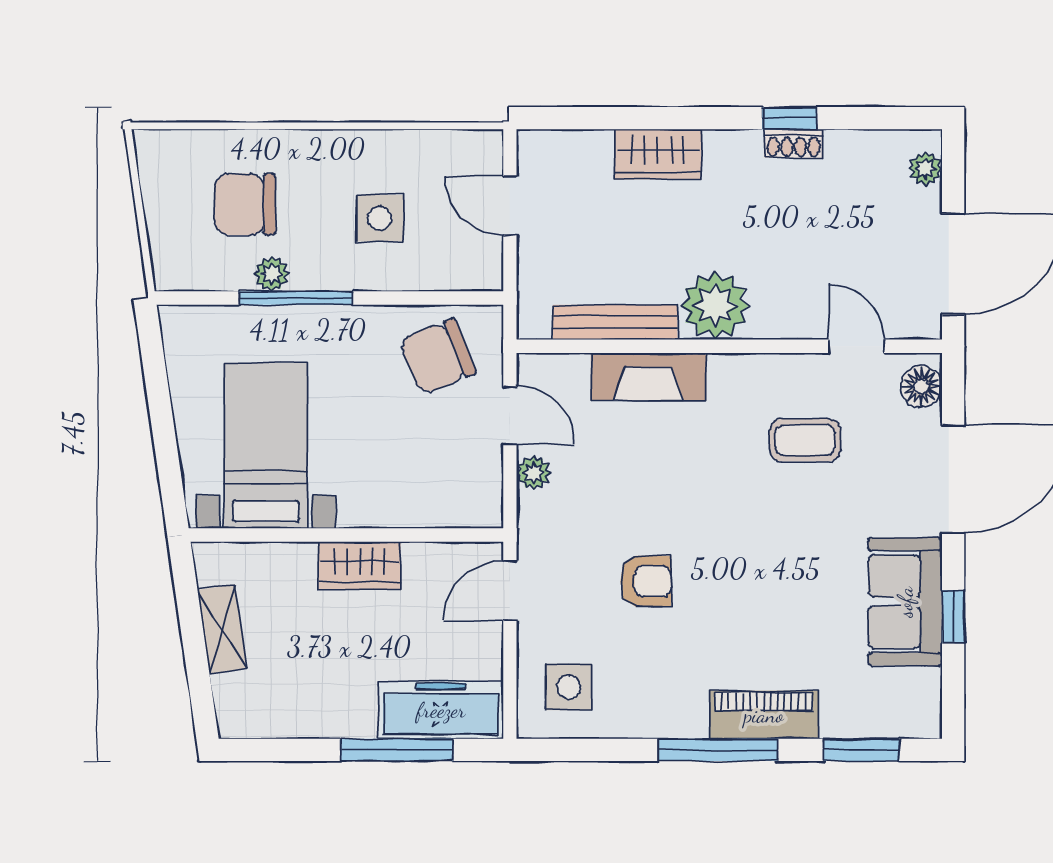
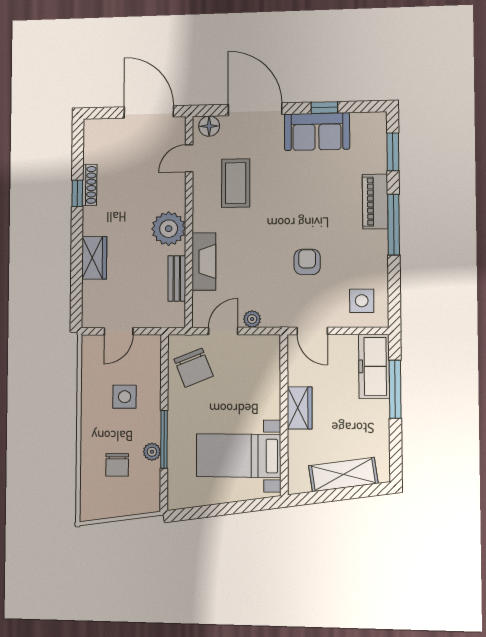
shoe rack: (793, 143) -> (90, 185), width x1.43
plant: (925, 169) -> (102, 126), removed
chair: (245, 204) -> (117, 465), width x0.73, depth x0.73
bench: (615, 322) -> (177, 278), width x0.73
coffee table: (805, 440) -> (236, 183), width x1.36, depth x1.30
shelving: (222, 629) -> (343, 475), width x1.50, depth x1.33

